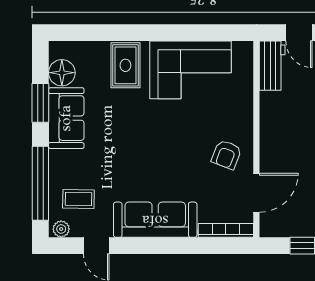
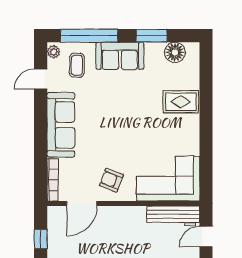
workbench: (272, 66) -> (173, 216), width x1.38
corner sofa: (191, 70) -> (168, 179), moved, turned 90
sofa: (66, 118) -> (120, 56), moved
door: (256, 193) -> (82, 203), hinge flipped

